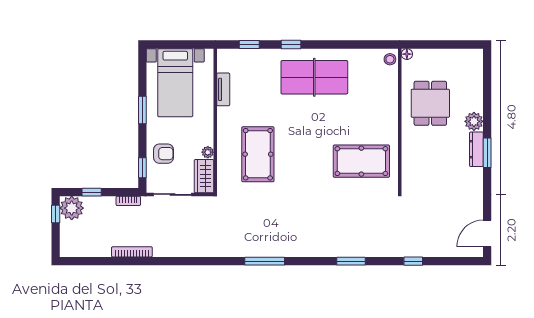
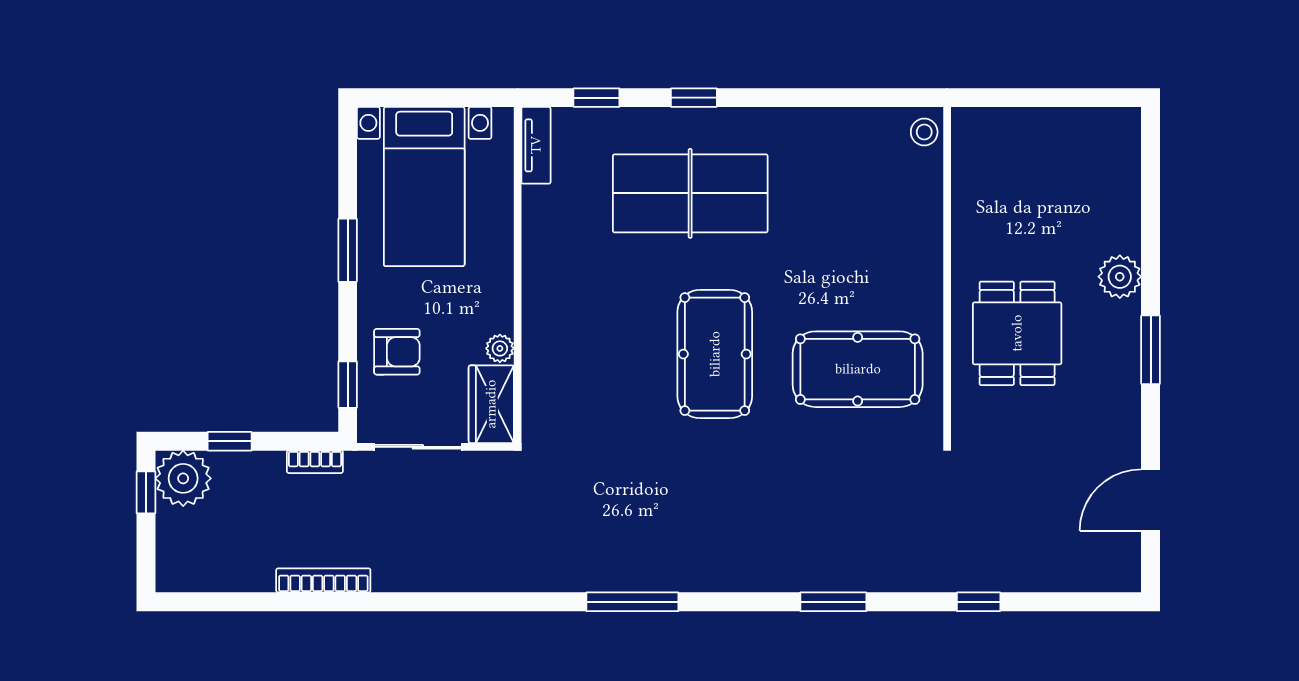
floor lamp: (407, 54) -> (964, 120), removed
table tennis table: (314, 77) -> (690, 193), moved
tv unit: (223, 89) -> (536, 145), moved
dining table: (430, 103) -> (1017, 333), moved
dresser: (476, 149) -> (1125, 342), removed
pool table: (258, 154) -> (715, 354), moved
door: (487, 233) -> (1151, 500), moved

